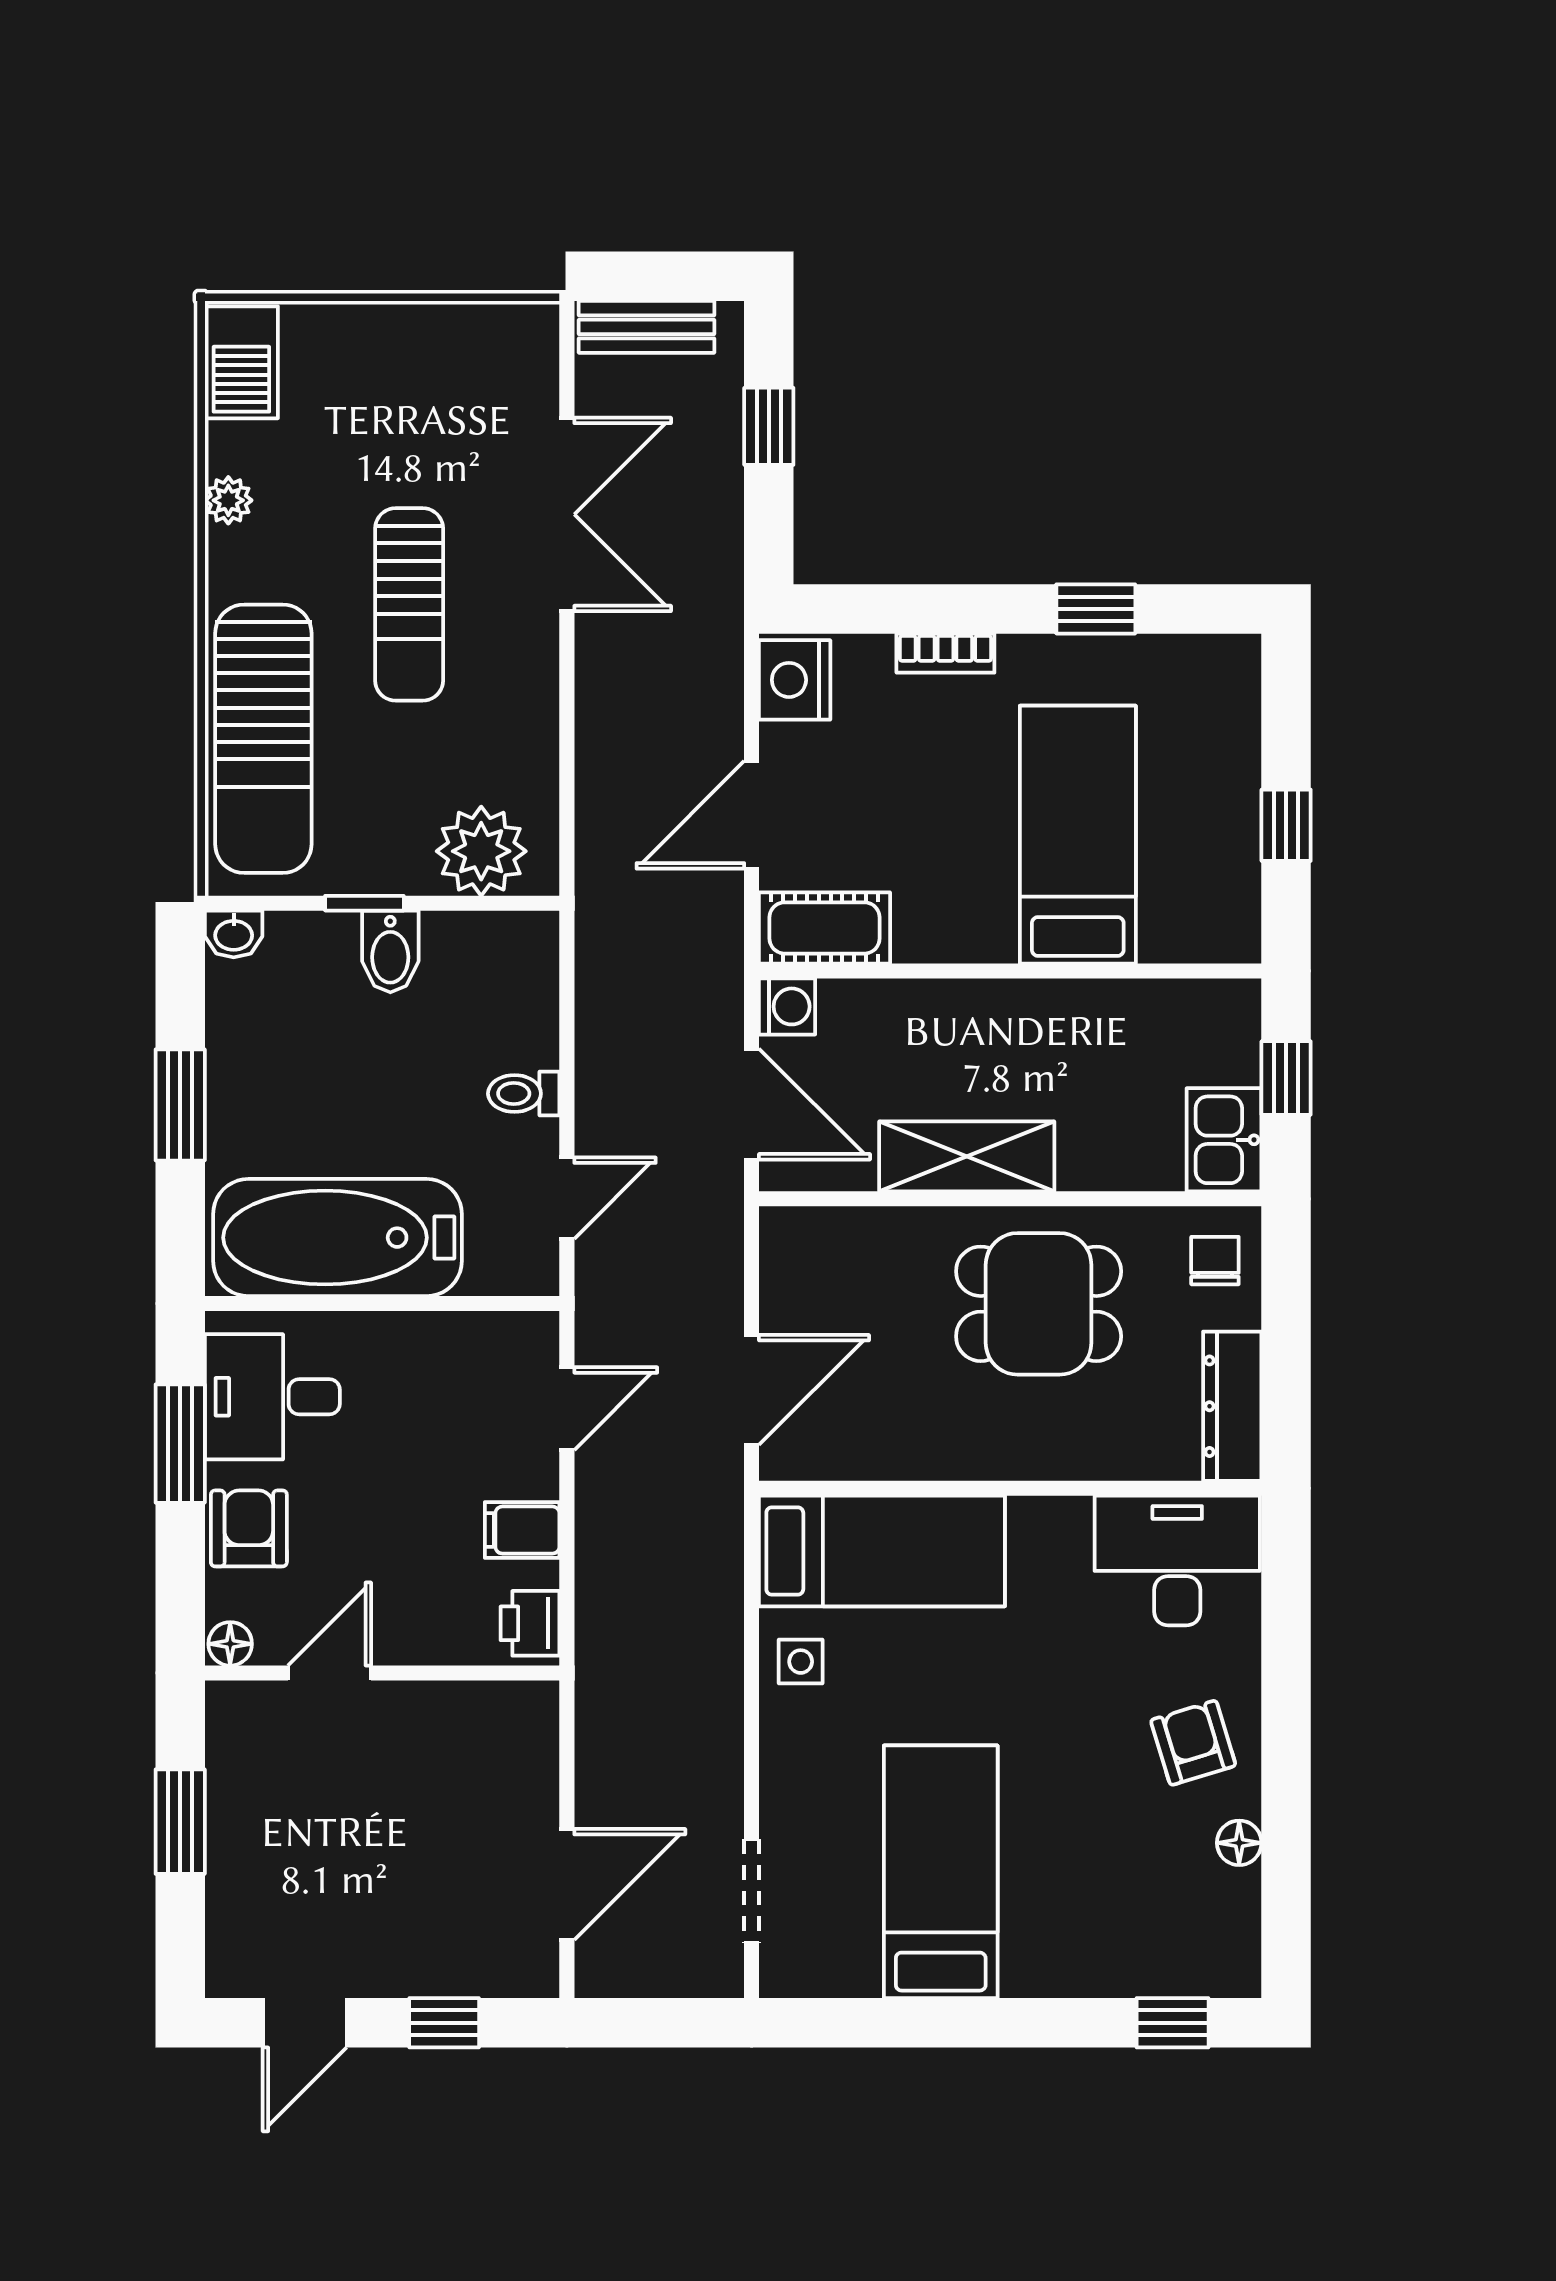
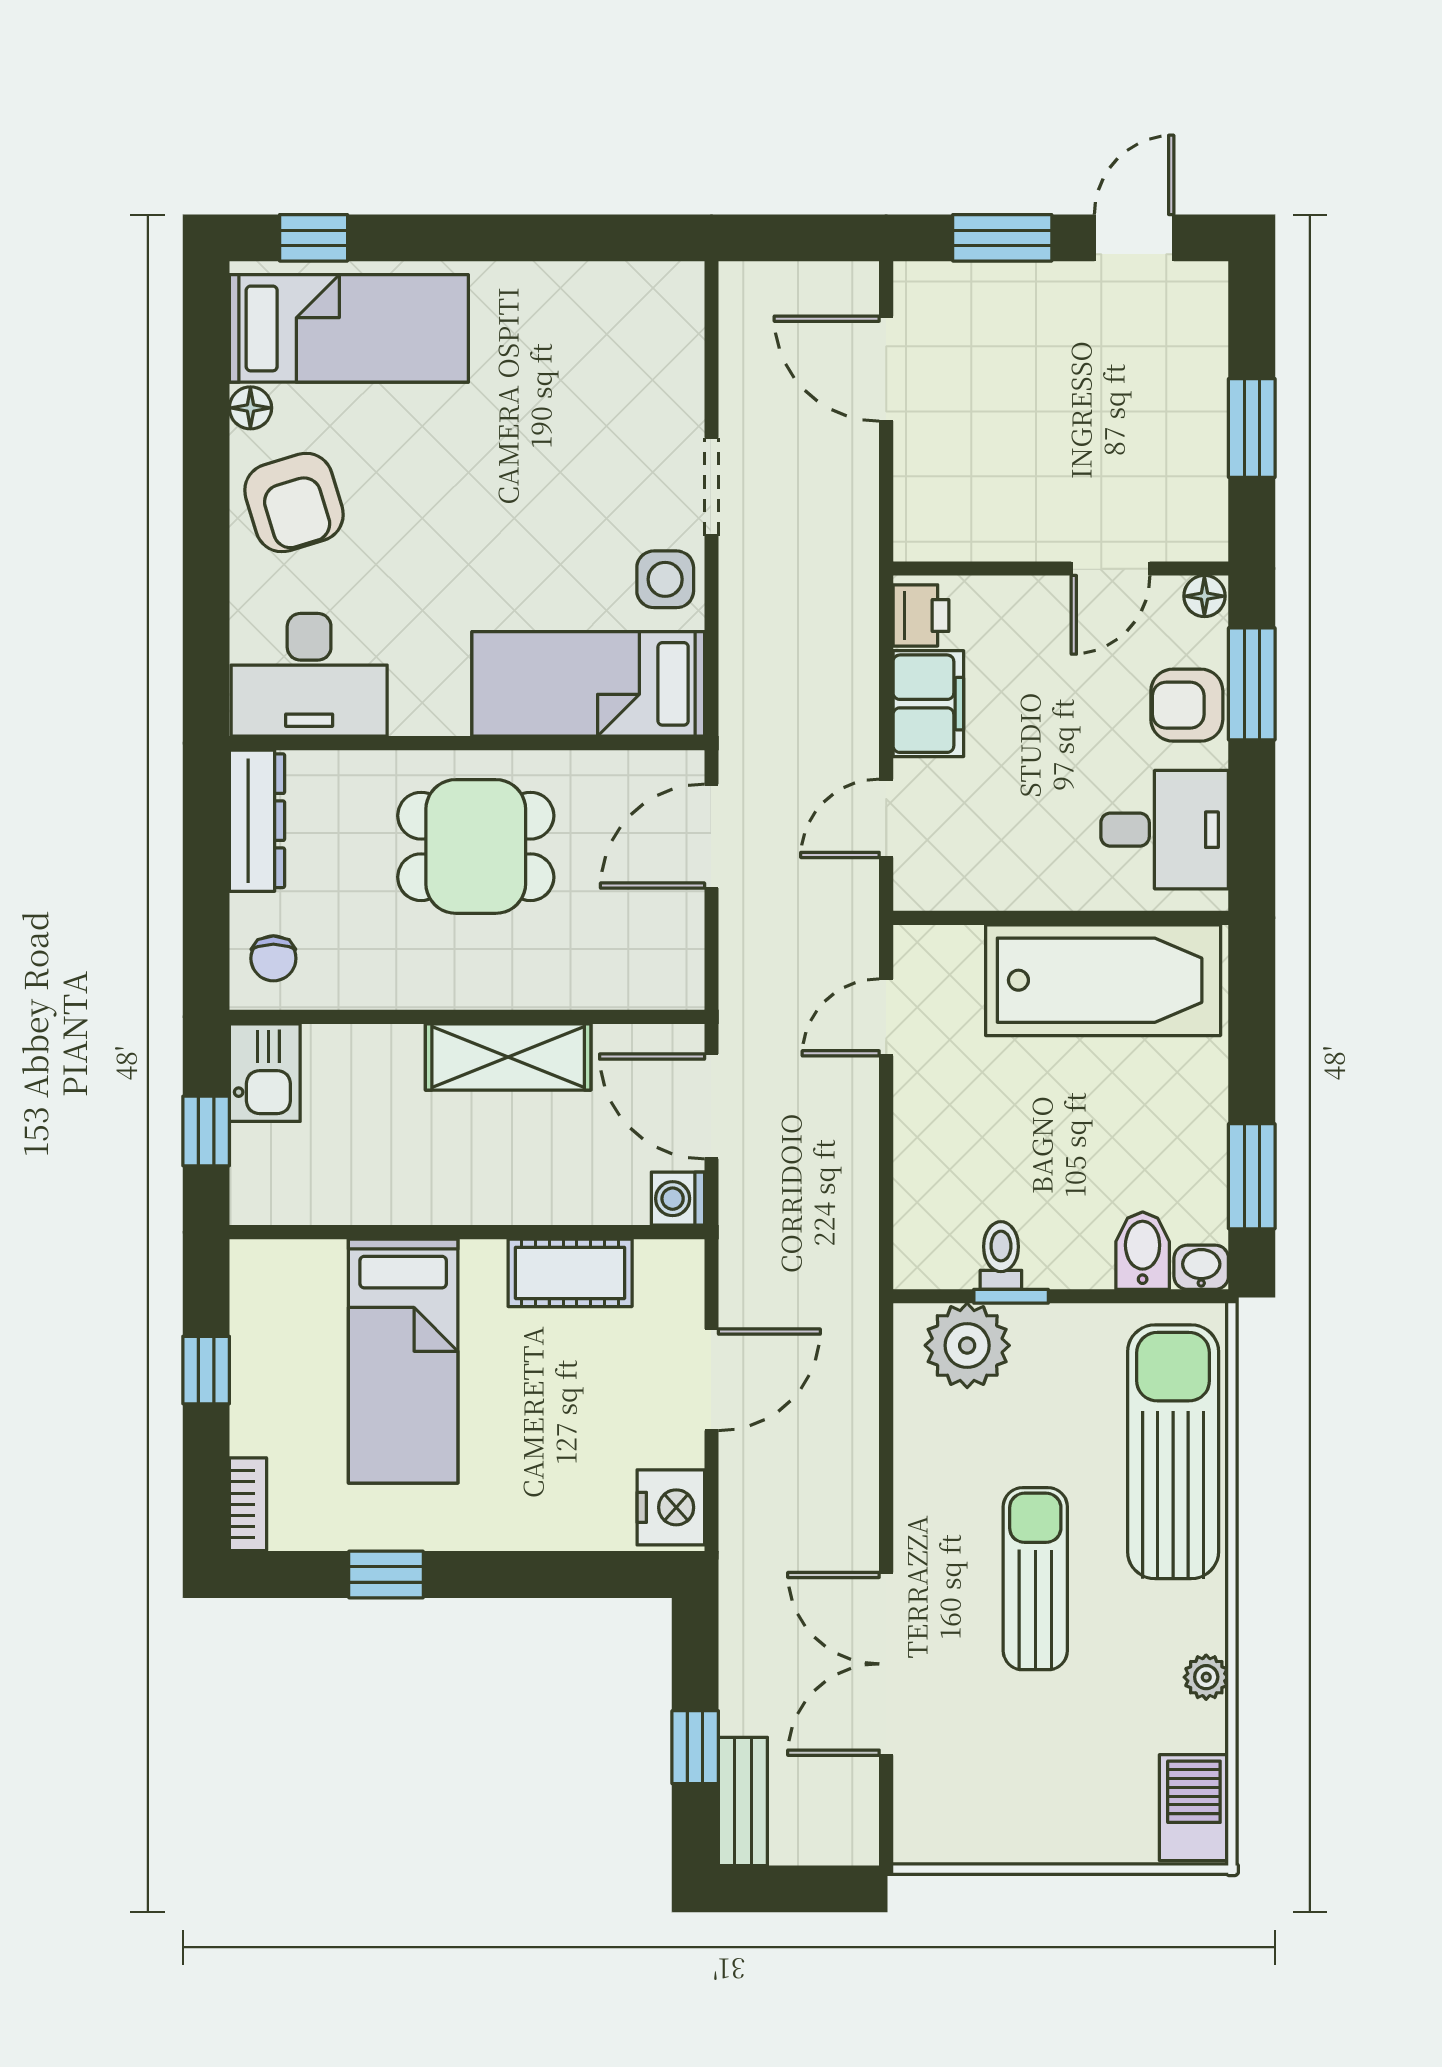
bench: (646, 327) -> (743, 1801), moved, turned 90
bookcase: (945, 653) -> (248, 1504), moved, turned 90
window: (364, 903) -> (1011, 1296), moved
cot: (825, 928) -> (570, 1273), moved
bidet: (390, 952) -> (1143, 1251), moved
toilet: (524, 1094) -> (1001, 1255), moved, turned -90
window: (180, 1105) -> (1252, 1176), moved
dining table: (1039, 1304) -> (476, 846), moved
window: (180, 1444) -> (1252, 684), moved
armchair: (249, 1528) -> (1187, 705), turned 90
filing cabinet: (522, 1530) -> (928, 704), width x2.00
side table: (801, 1662) -> (665, 579), width x1.37, depth x1.37
armchair: (1193, 1743) -> (294, 502), width x1.38, depth x1.38
bed: (941, 1872) -> (349, 328), moved, turned -90
door: (567, 1884) -> (886, 369), hinge flipped
doorway: (752, 1891) -> (711, 487), moved
window: (444, 2023) -> (1002, 238), width x1.50

